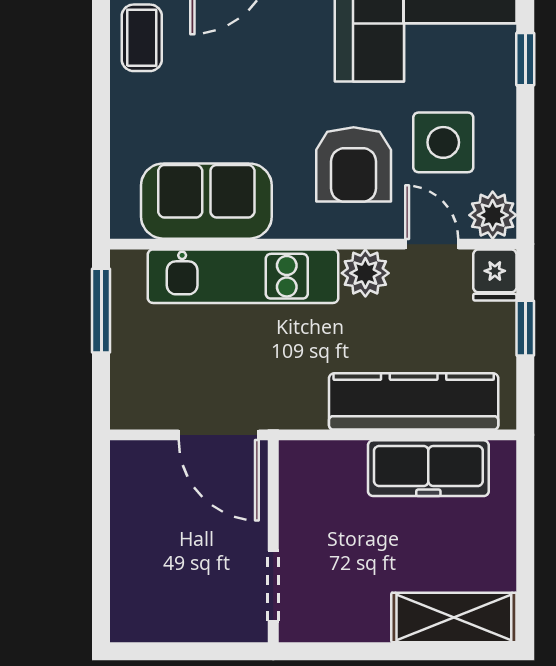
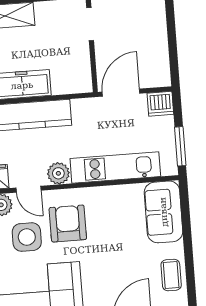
sofa: (206, 201) -> (163, 212), moved, turned 90
dishwasher: (137, 405) -> (160, 104), added
door: (219, 435) -> (121, 93), hinge flipped

